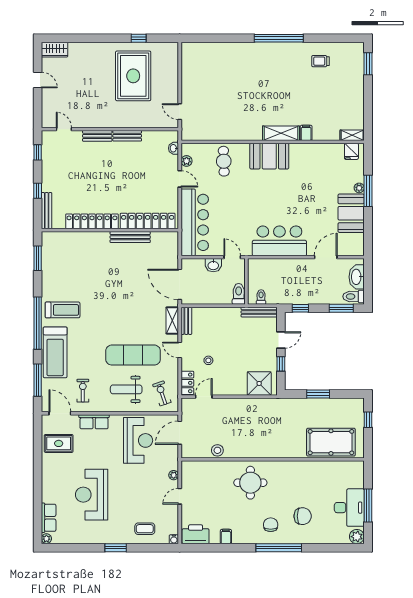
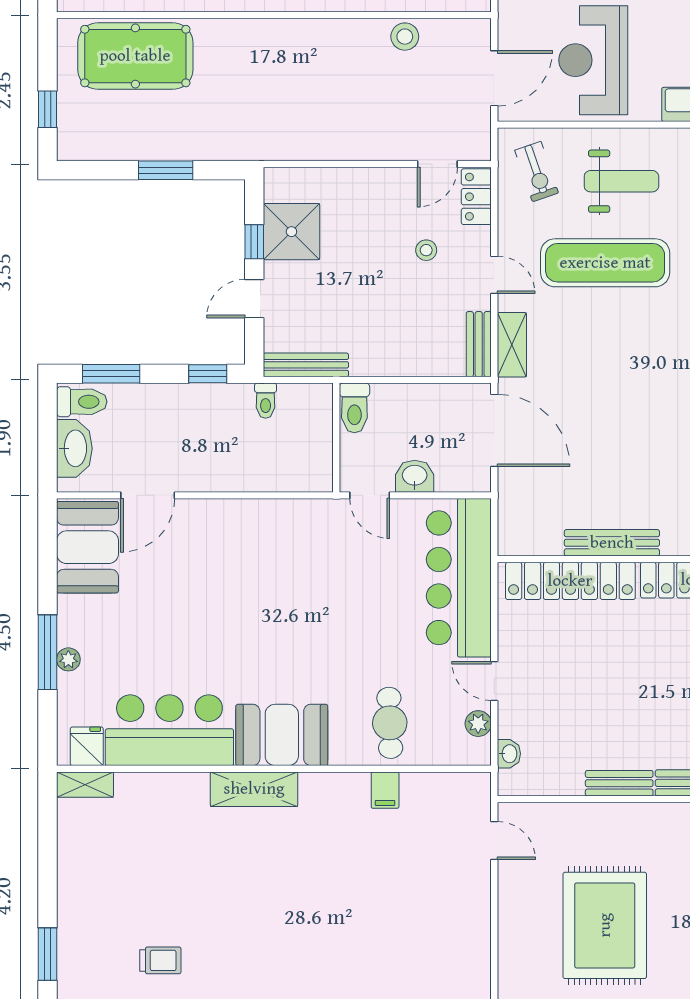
filing cabinet: (306, 133) -> (385, 790), moved
booth: (351, 213) -> (87, 547), moved
bar counter: (279, 241) -> (169, 730), moved, turned 180
toilet: (261, 297) -> (266, 401), moved
shower: (259, 383) -> (291, 232), moved

